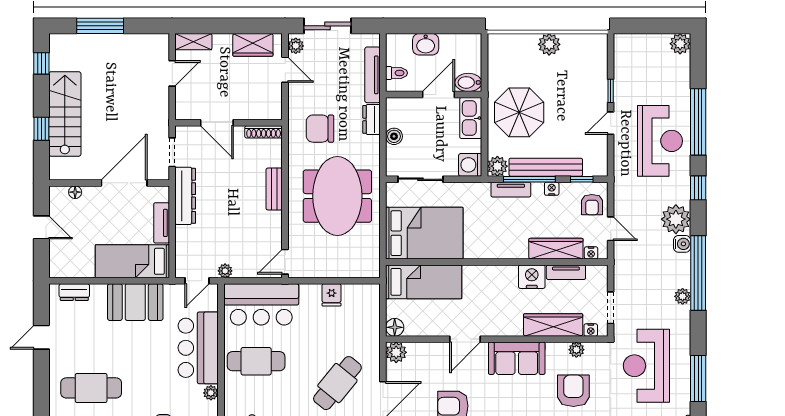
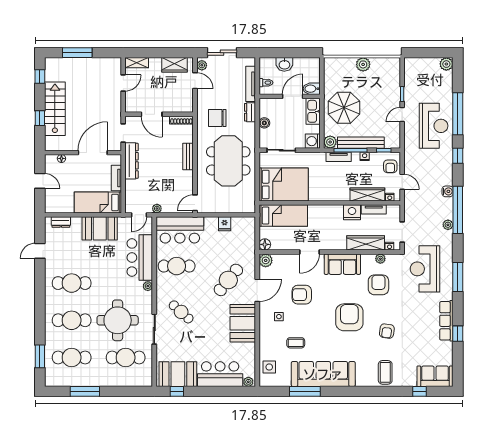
plant: (676, 219) -> (444, 176), removed

